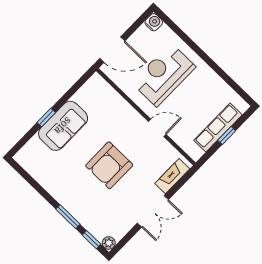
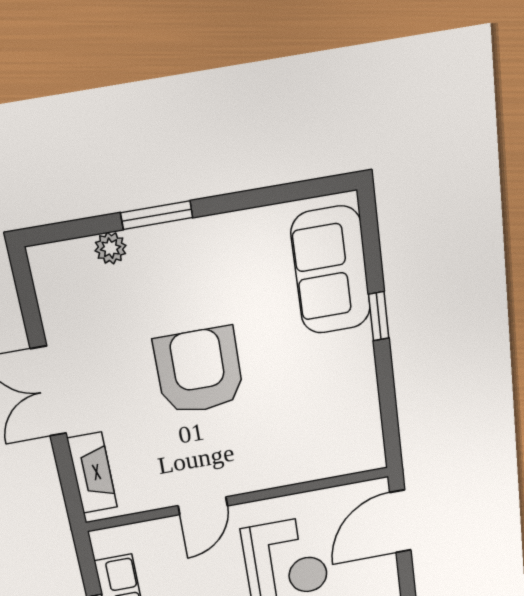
sofa: (63, 126) -> (331, 270), moved
window: (91, 240) -> (75, 229), removed
plant: (109, 243) -> (111, 248), moved

